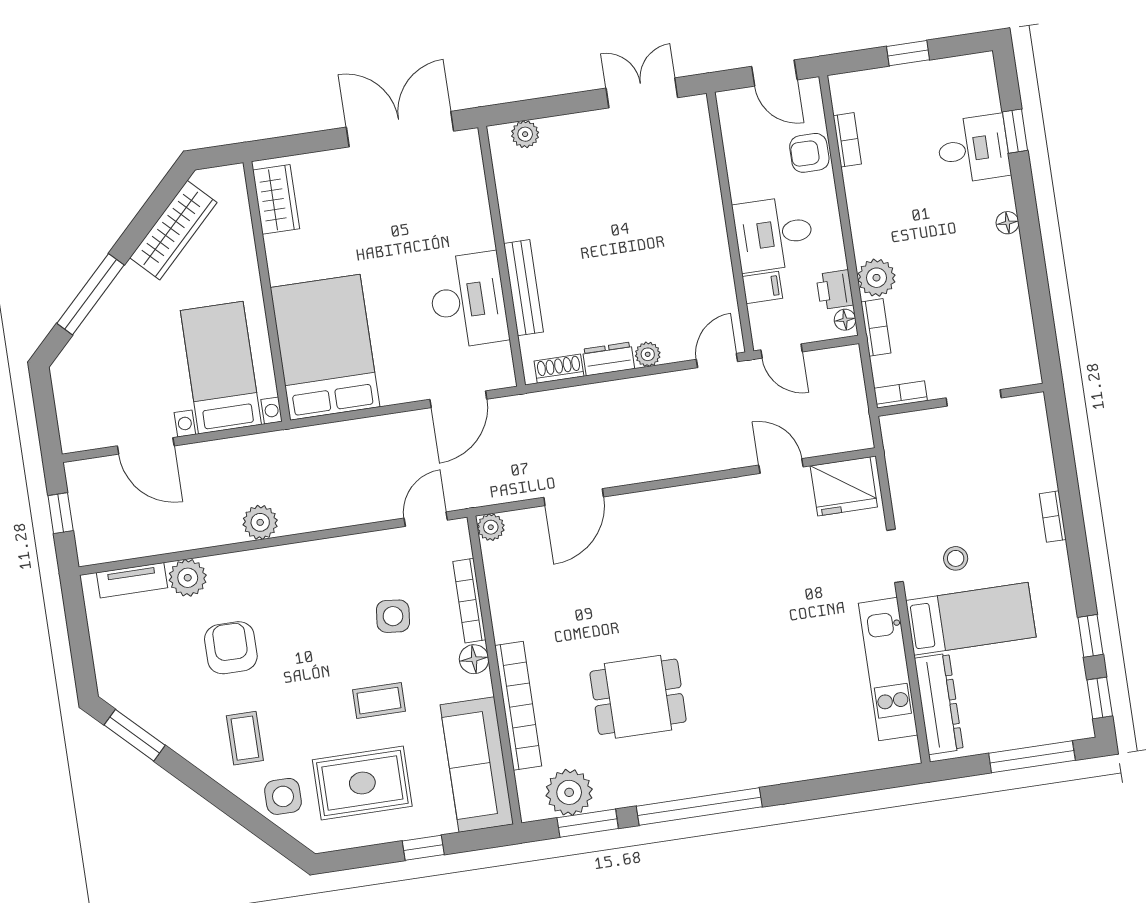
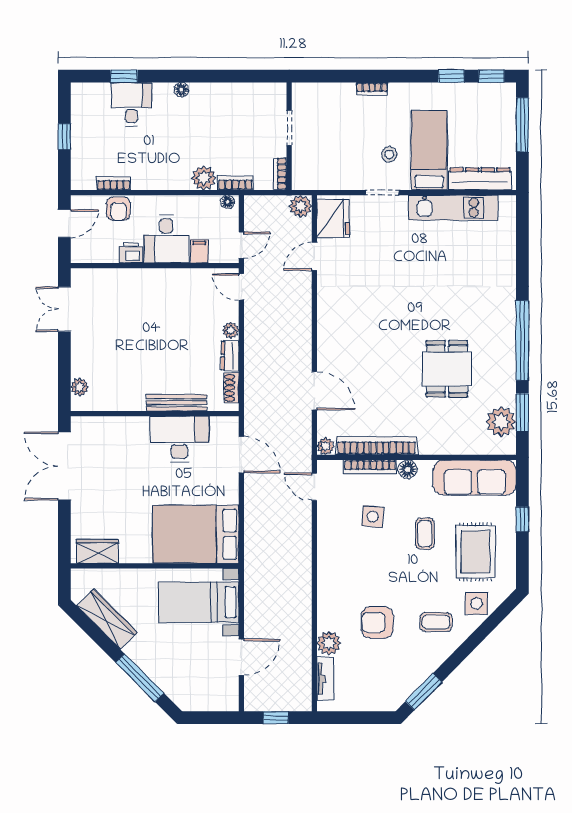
printer: (835, 290) -> (131, 253), moved, turned 180
plant: (260, 522) -> (301, 206), moved
bookcase: (518, 706) -> (376, 446), moved

